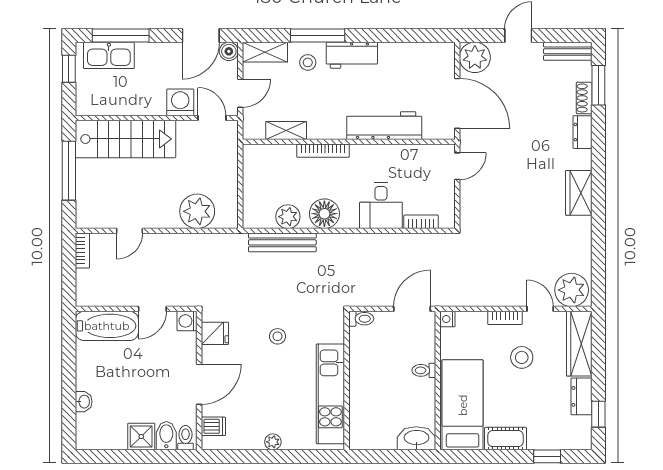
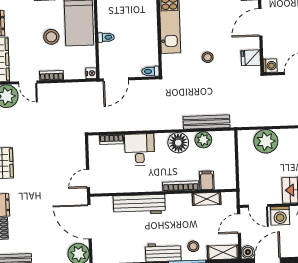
filing cabinet: (285, 157) -> (207, 180), added
stool: (522, 357) -> (51, 37), moved

